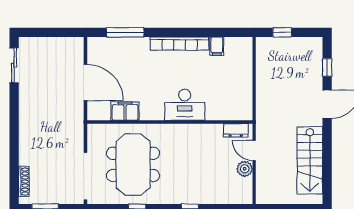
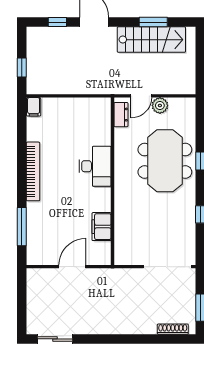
filing cabinet: (217, 46) -> (34, 107), moved, turned 90
door: (85, 82) -> (72, 267), width x0.73
window: (327, 162) -> (153, 22), added
meeting table: (133, 164) -> (165, 161), moved, turned 90

